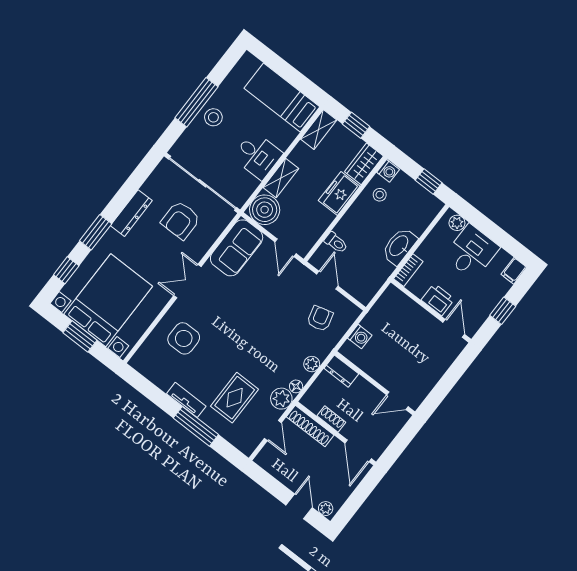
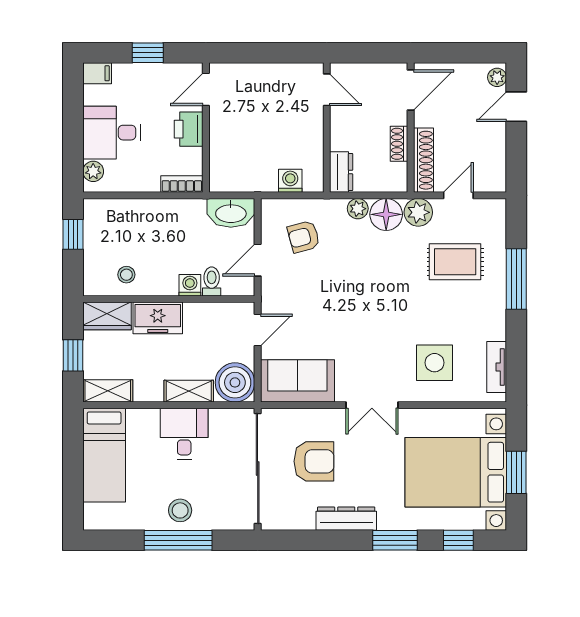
washing machine: (388, 171) -> (190, 285), moved
washbasin: (399, 246) -> (231, 213), moved
floor lamp: (296, 386) -> (386, 214), width x1.89, depth x1.89
tv unit: (186, 400) -> (497, 367), moved

